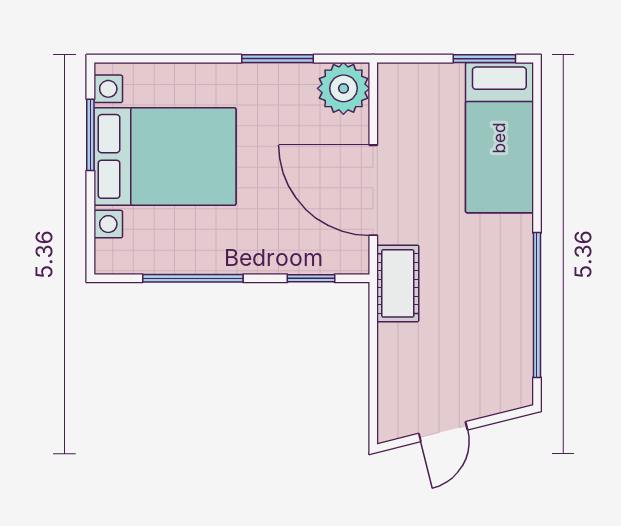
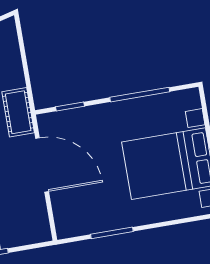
plant: (343, 88) -> (70, 222), removed

